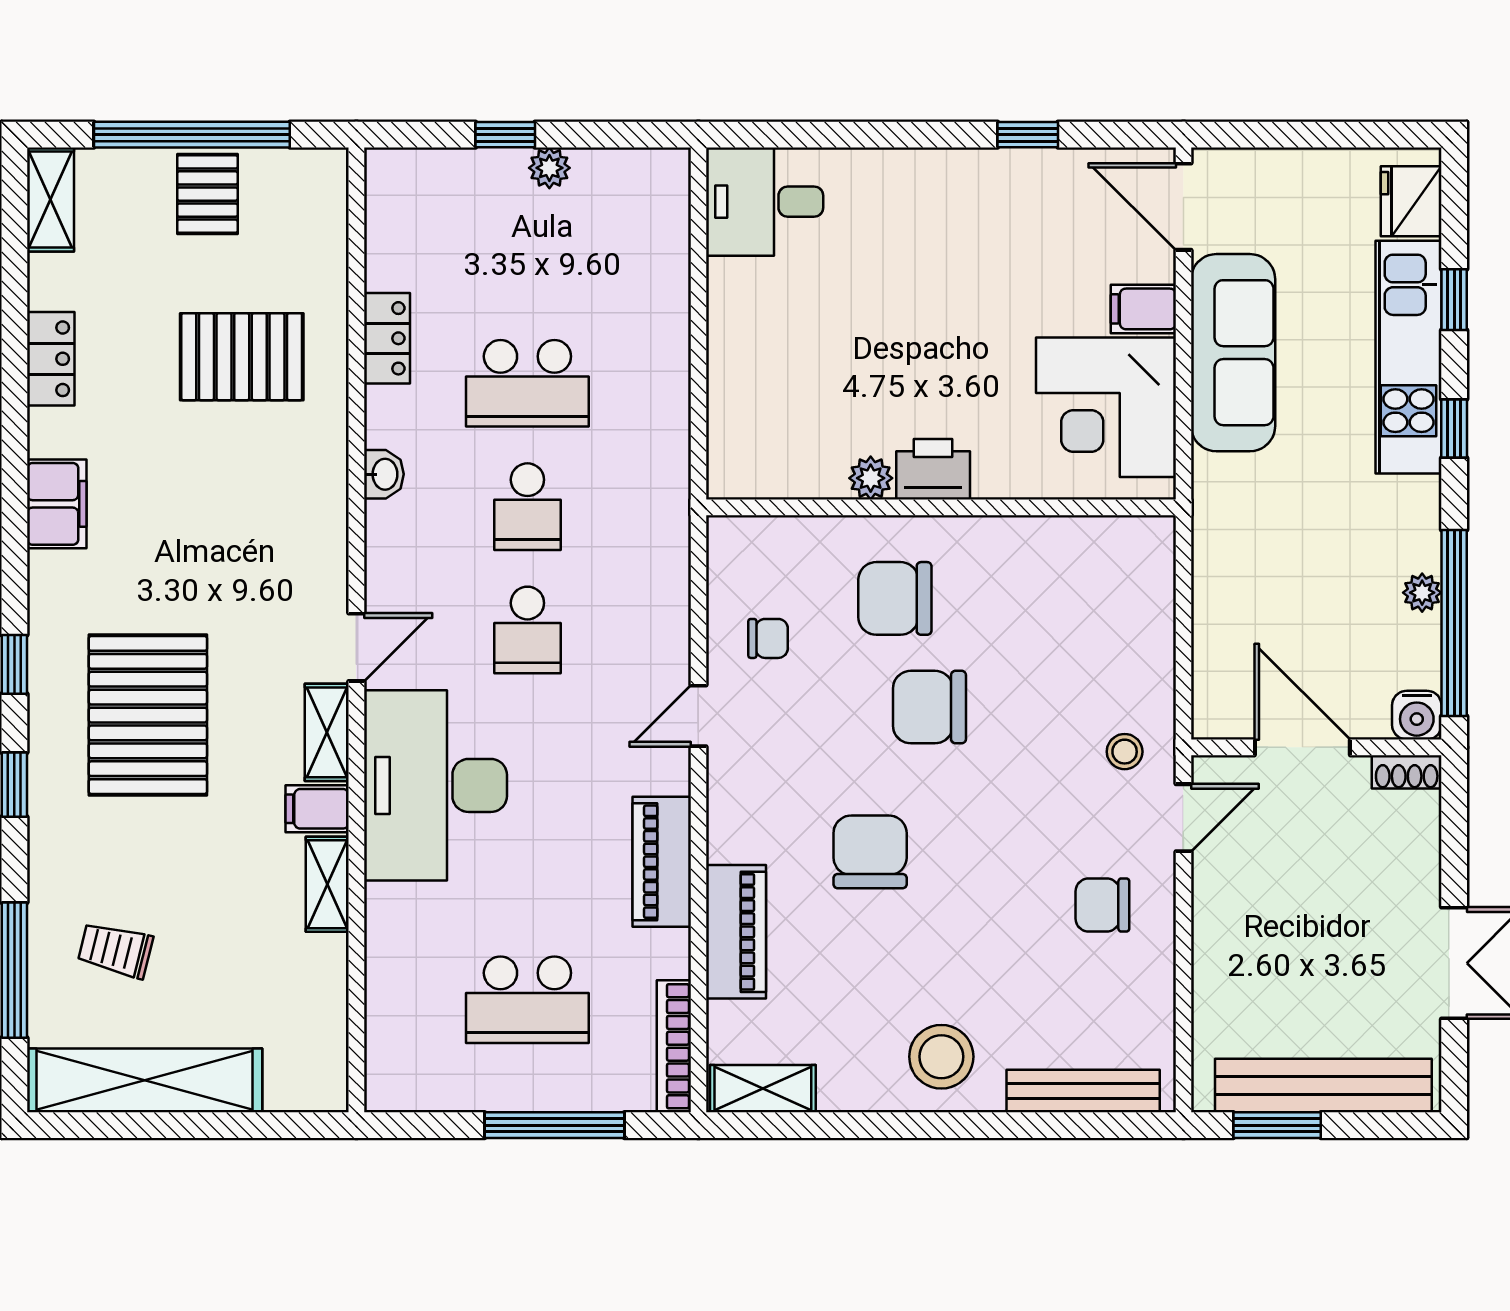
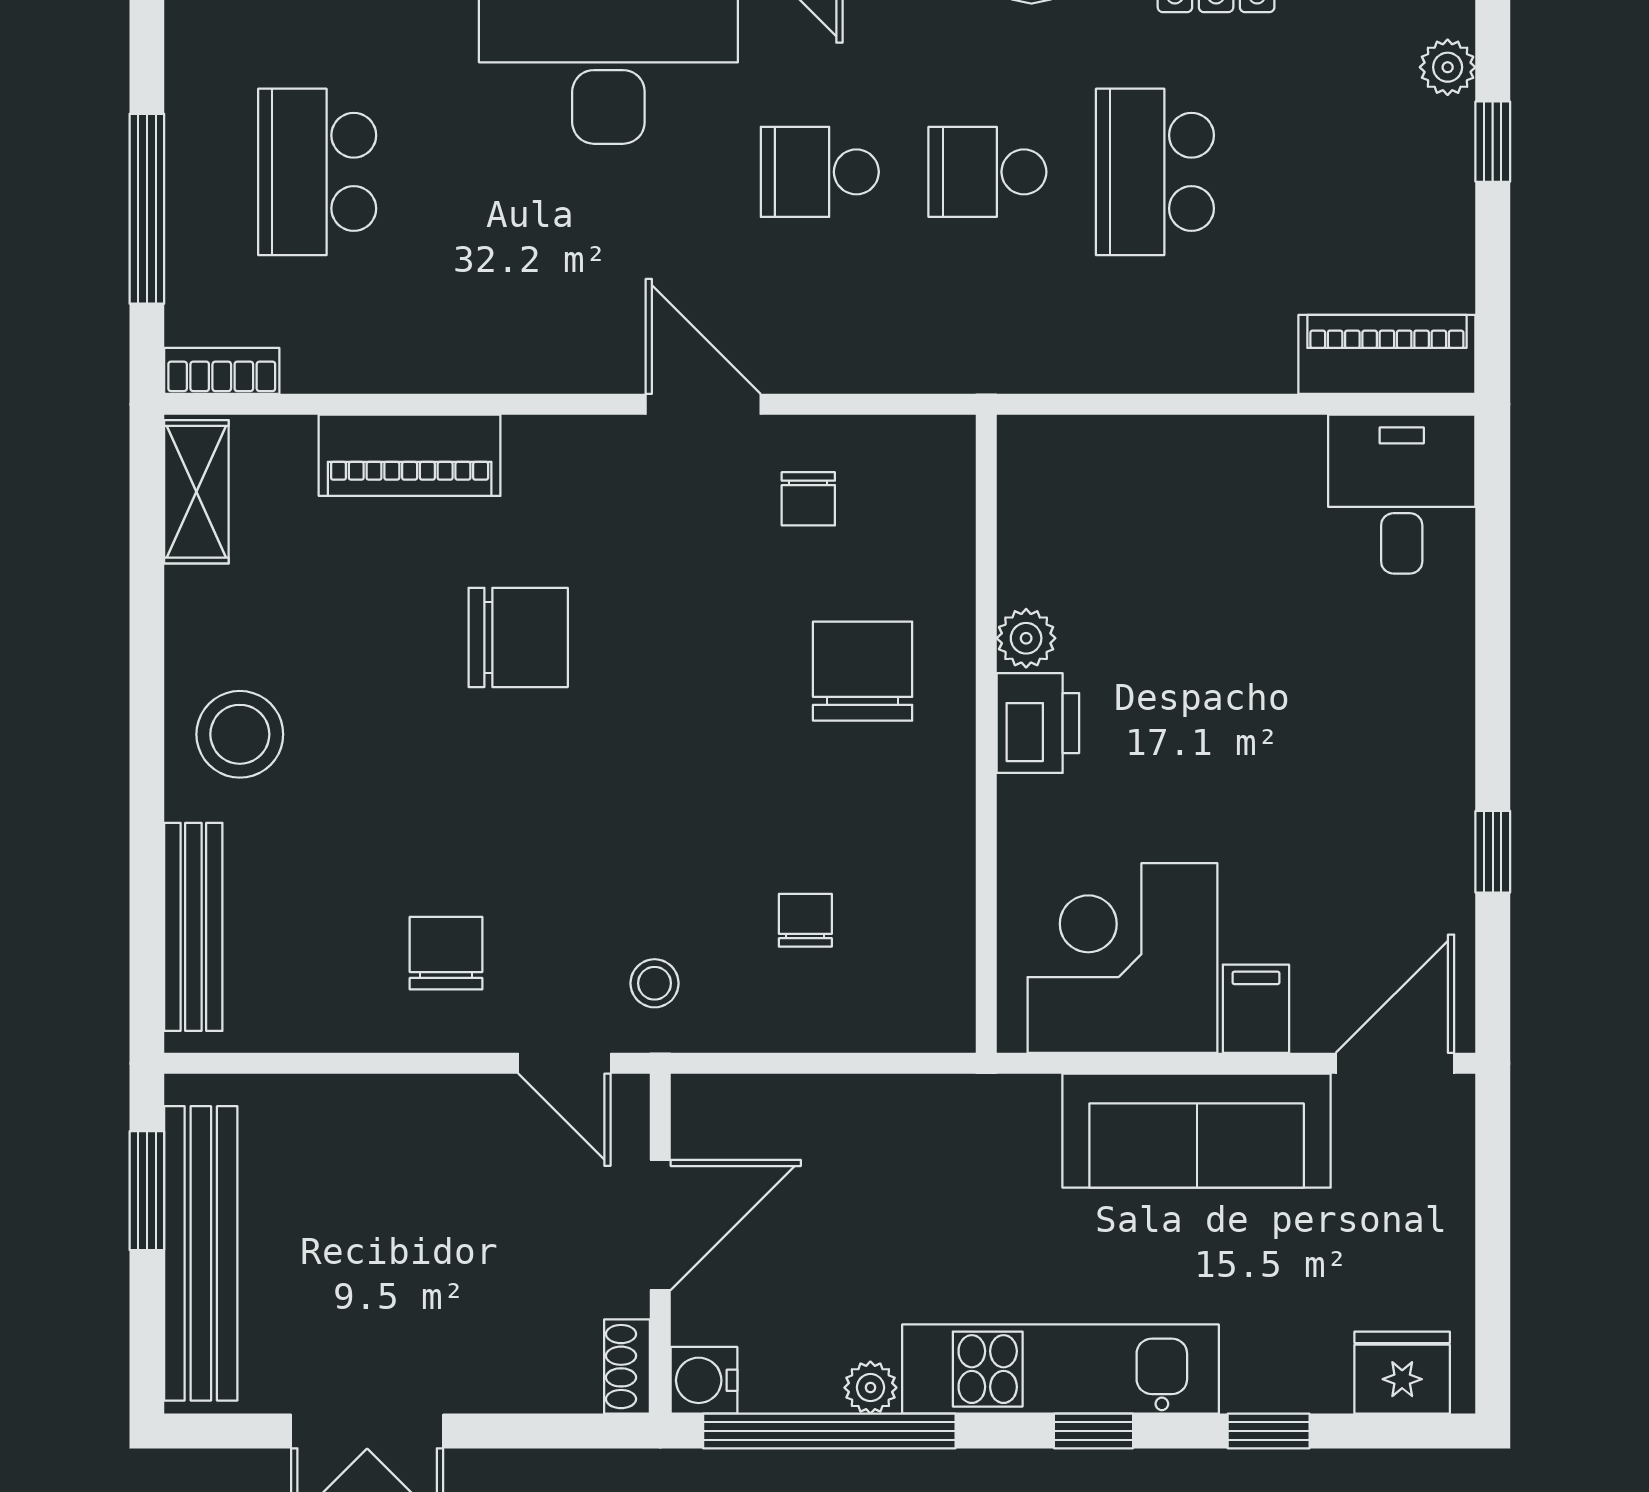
plant: (549, 168) -> (1448, 67), moved
kitchen unit: (1408, 357) -> (1061, 1369), moved
chair: (929, 707) -> (805, 920), moved, width x0.54, depth x0.54
door: (698, 716) -> (703, 404), width x1.38
piano: (662, 862) -> (1387, 354), moved
bookcase: (674, 1046) -> (222, 371), width x0.64

